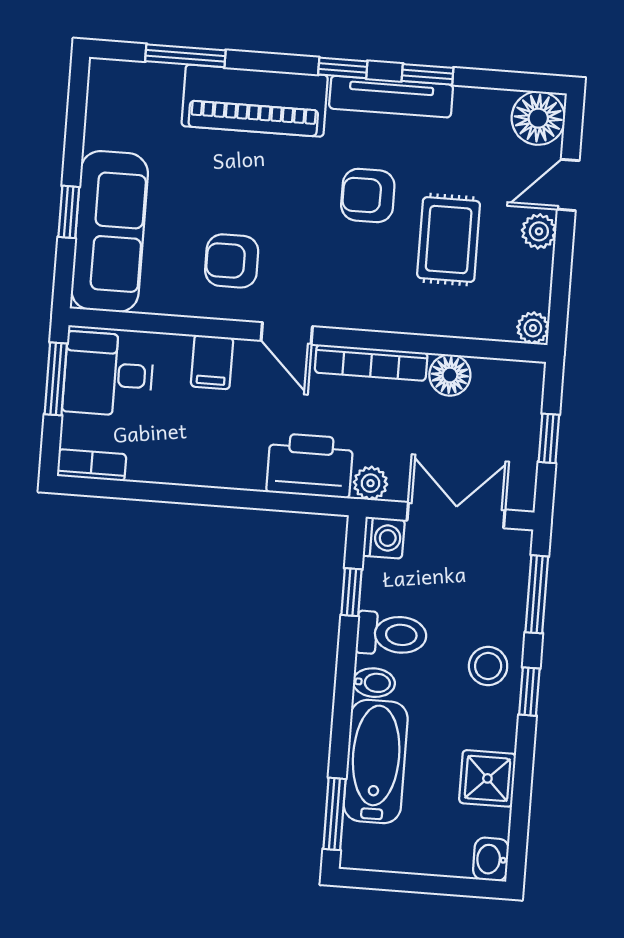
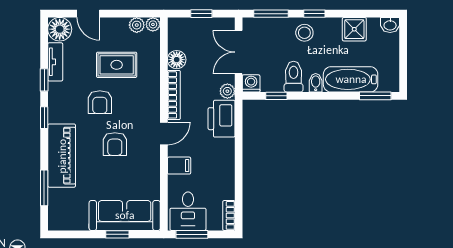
tv unit: (391, 97) -> (55, 62), moved, width x0.71
plant: (539, 231) -> (137, 25), moved
armchair: (232, 261) -> (115, 144), moved

